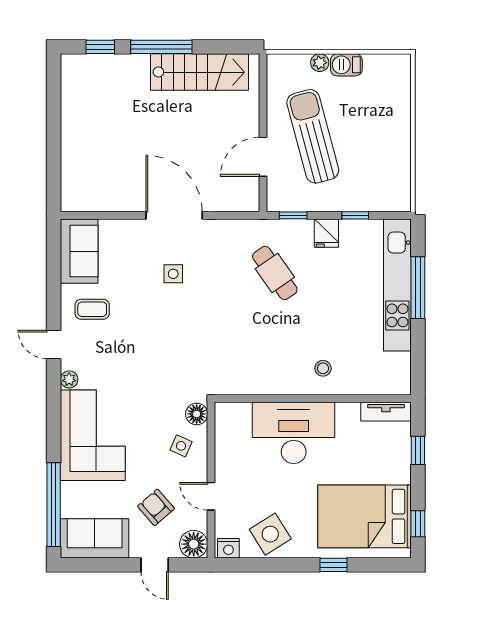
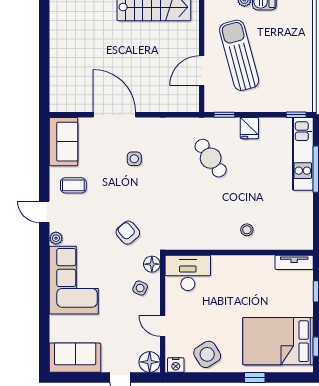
door: (174, 215) -> (114, 115), moved
window: (355, 215) -> (296, 115), moved
kitchen unit: (397, 285) -> (303, 154), width x0.73
desk: (294, 433) -> (188, 273), moved, width x0.73, depth x0.77
window: (54, 505) -> (44, 332), removed
armchair: (156, 507) -> (128, 233), moved

